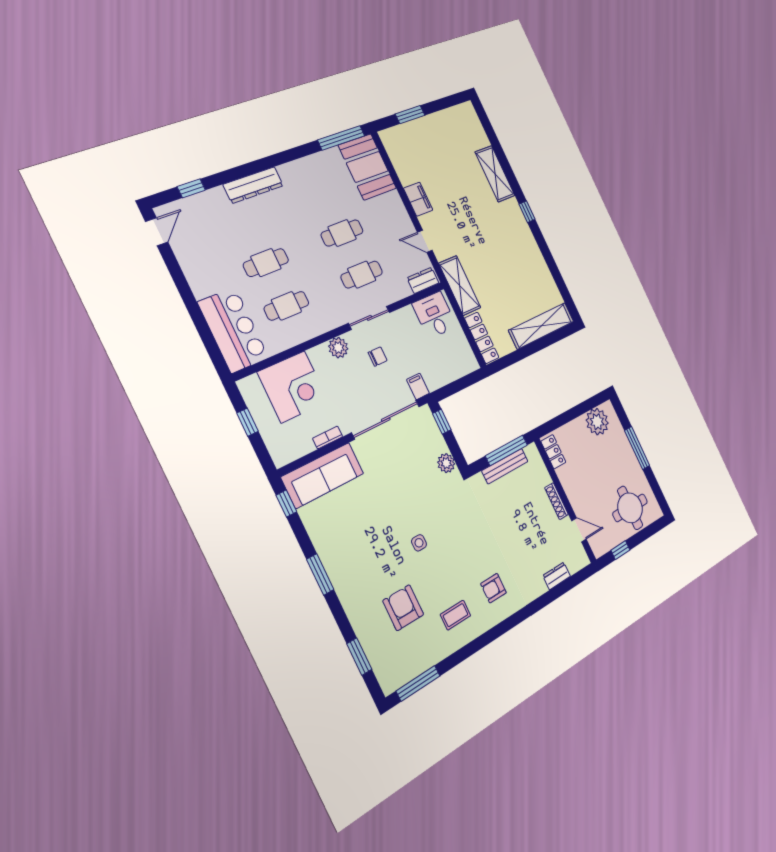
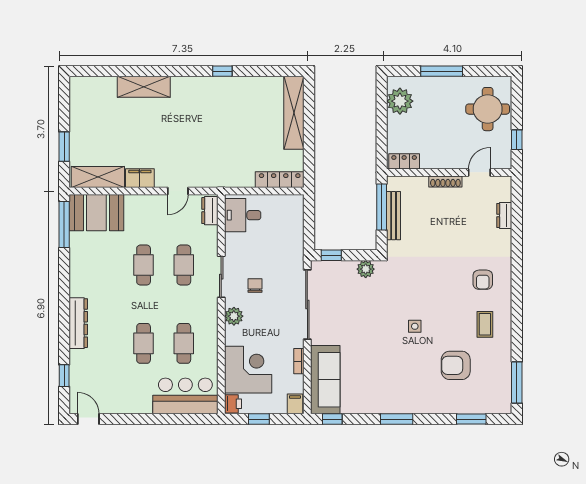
window: (527, 212) -> (222, 71), moved
shelving: (460, 286) -> (98, 177), moved
printer: (250, 386) -> (233, 404), added
filing cabinet: (418, 386) -> (295, 404), moved, turned 90

